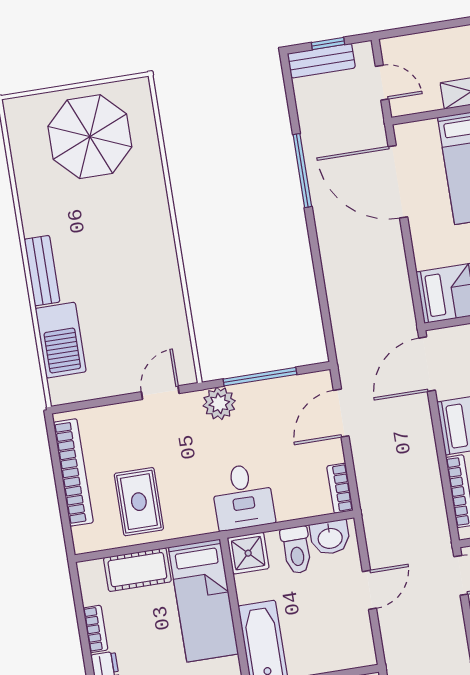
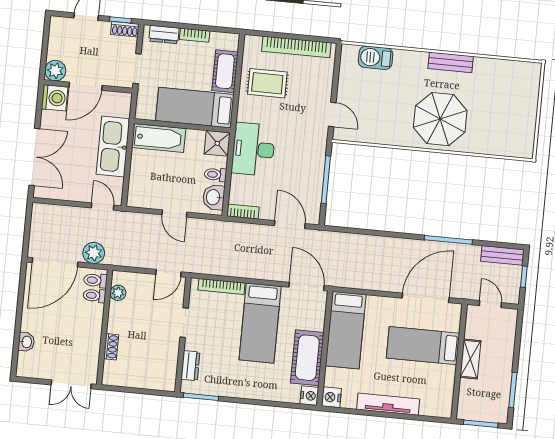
bench: (321, 61) -> (502, 255), moved, turned 90
door: (382, 83) -> (490, 304), swing flipped
parasol: (90, 137) -> (440, 119), moved
bench: (42, 271) -> (451, 62), moved
barbecue: (61, 340) -> (376, 58), width x0.73, depth x0.83
plant: (219, 403) -> (316, 150), removed
desk: (243, 497) -> (253, 149), width x1.37
toilet: (296, 550) -> (215, 175), width x0.73, depth x0.72

